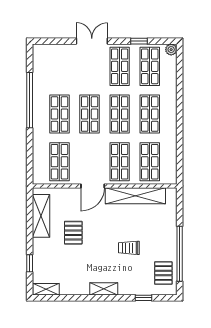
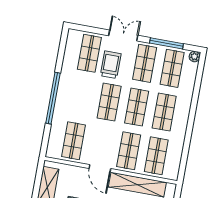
window: (139, 41) -> (166, 43), width x2.17
trolley: (84, 74) -> (111, 65), added
window: (30, 100) -> (53, 98), moved
shop shelf: (59, 114) -> (89, 53), moved
door: (93, 186) -> (100, 168), hinge flipped

